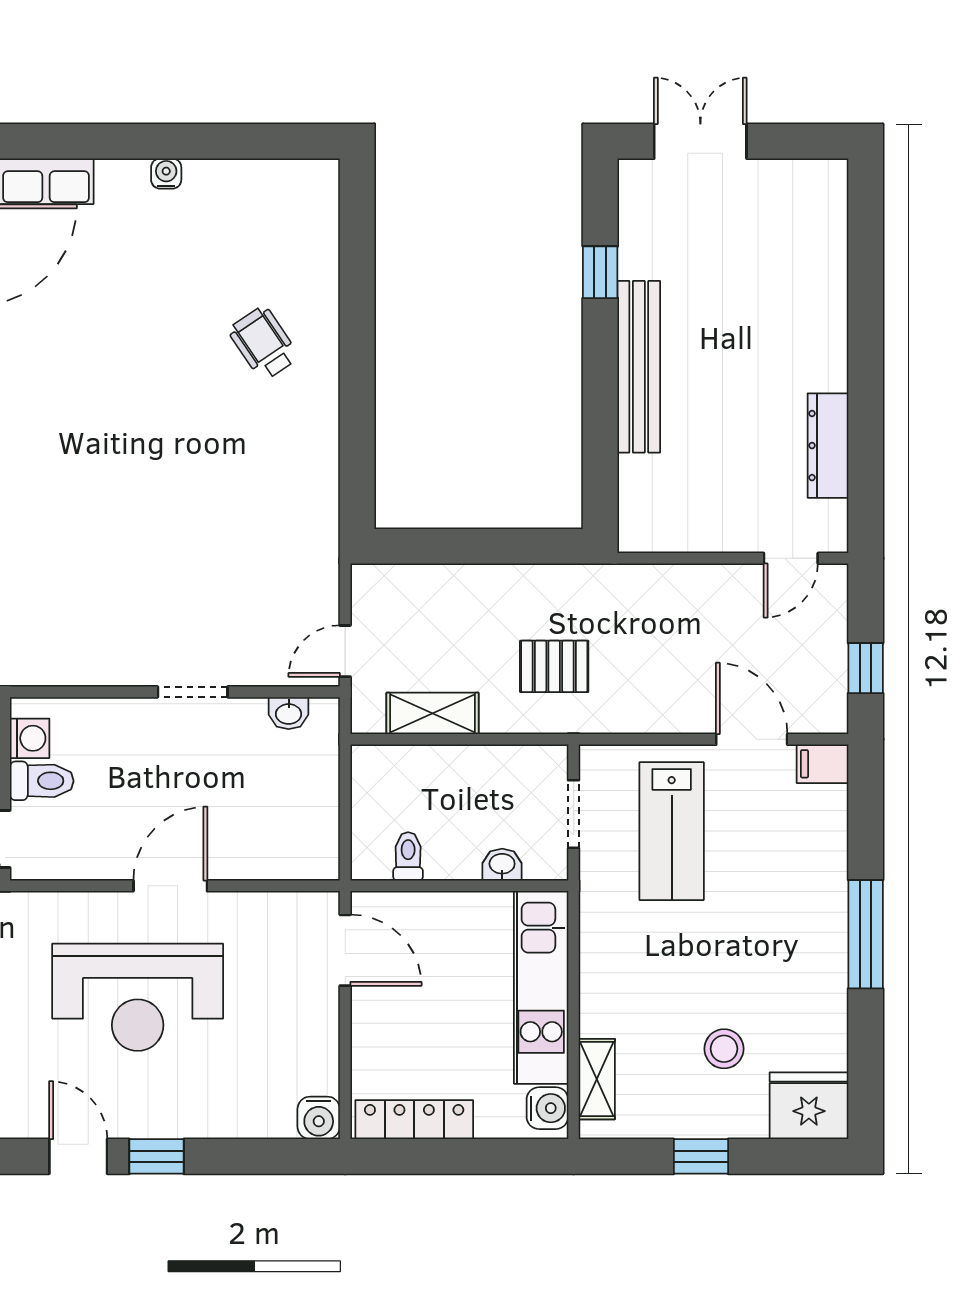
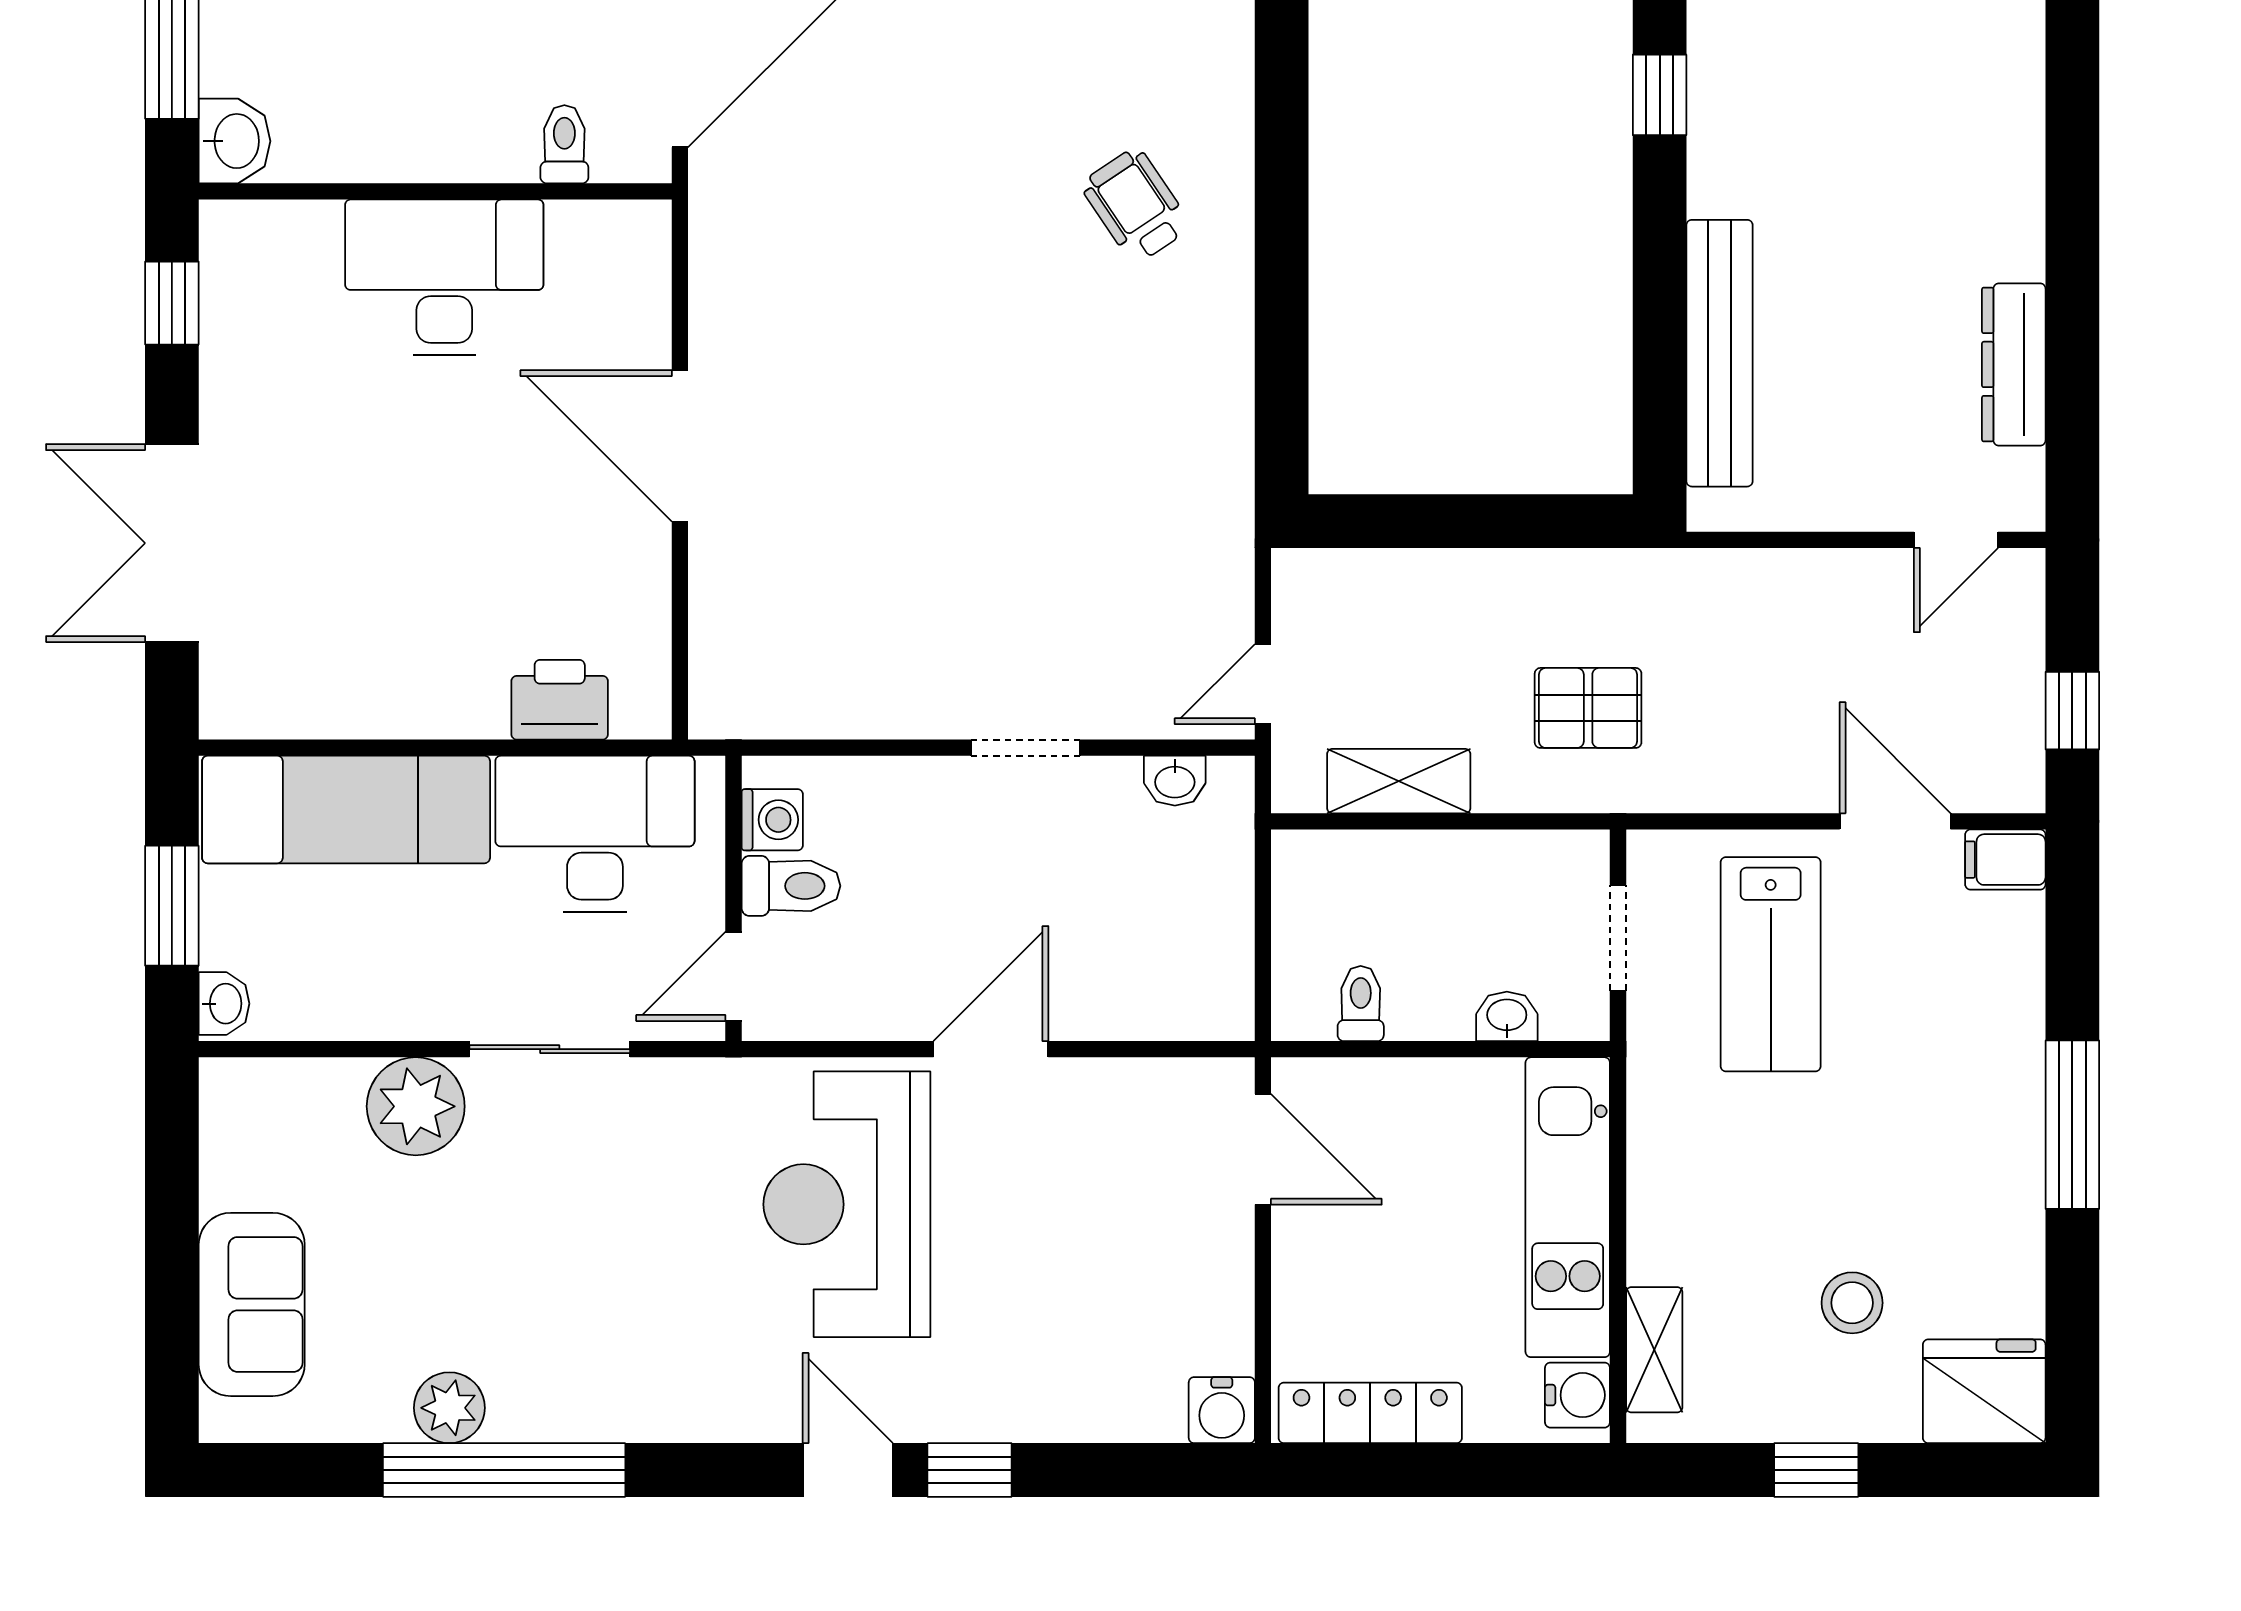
bench: (639, 367) -> (1720, 353), moved
reception desk: (138, 997) -> (847, 1204), moved, turned 90

